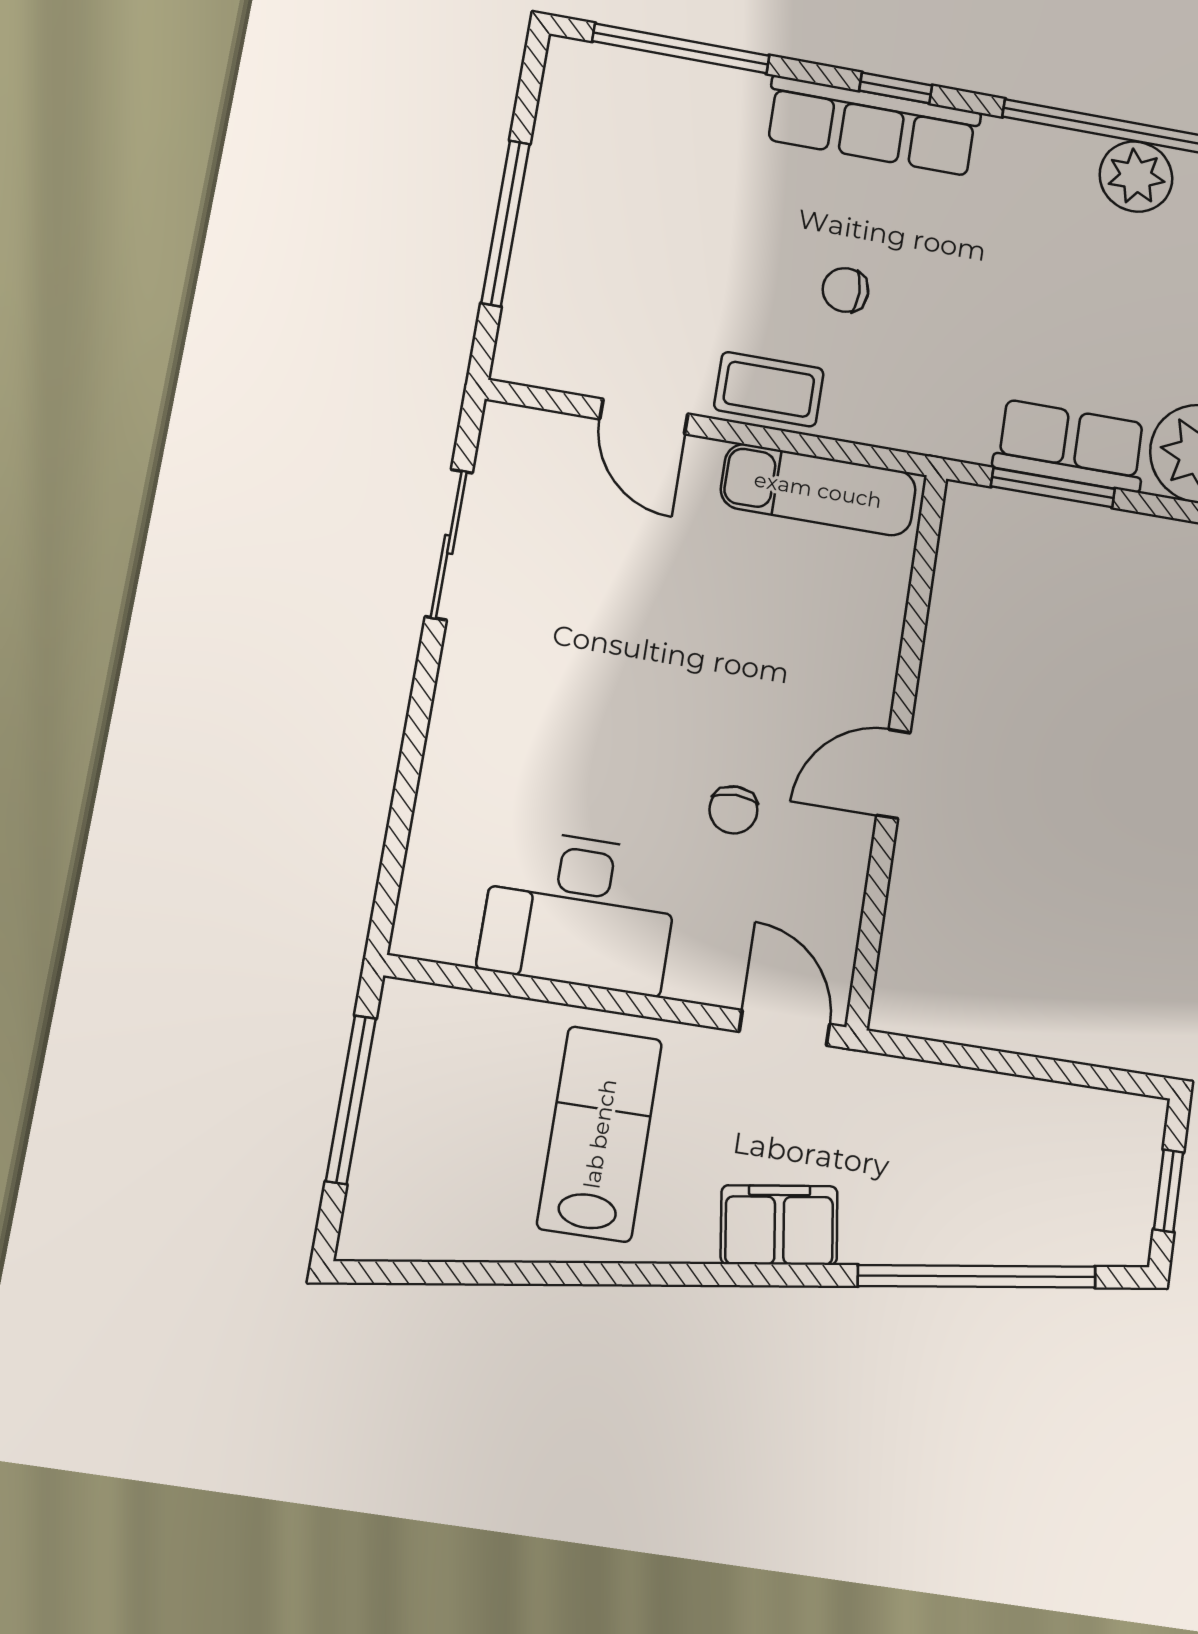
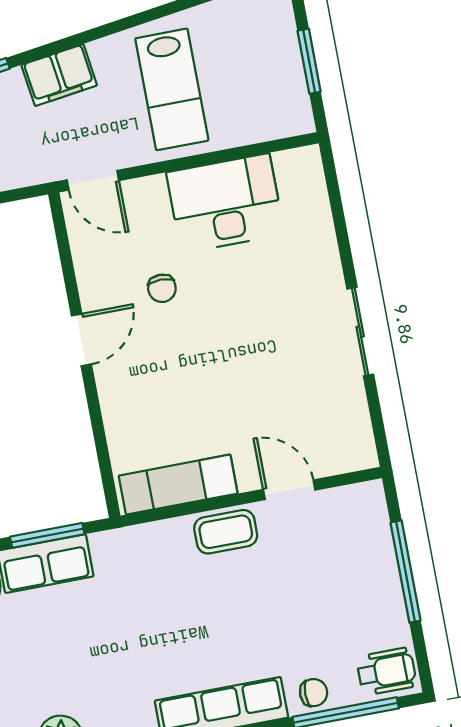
wheelchair: (593, 85) -> (387, 671), added
chair: (845, 290) -> (314, 693), moved
sliding door: (449, 544) -> (360, 332), moved
chair: (733, 810) -> (162, 288), turned 180
window: (351, 1100) -> (309, 61), width x0.69

